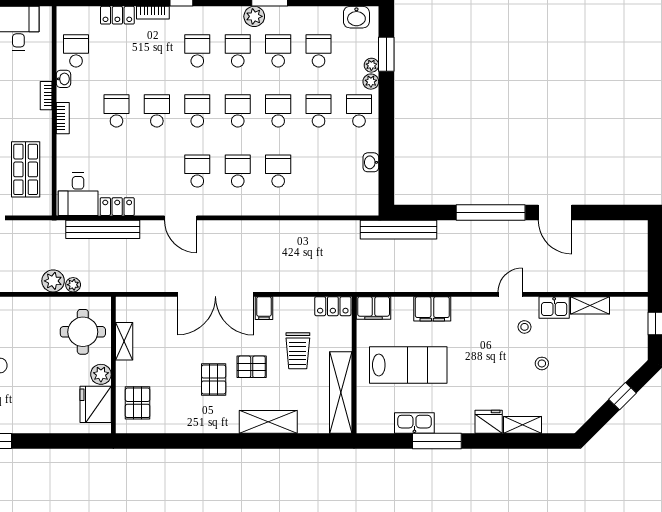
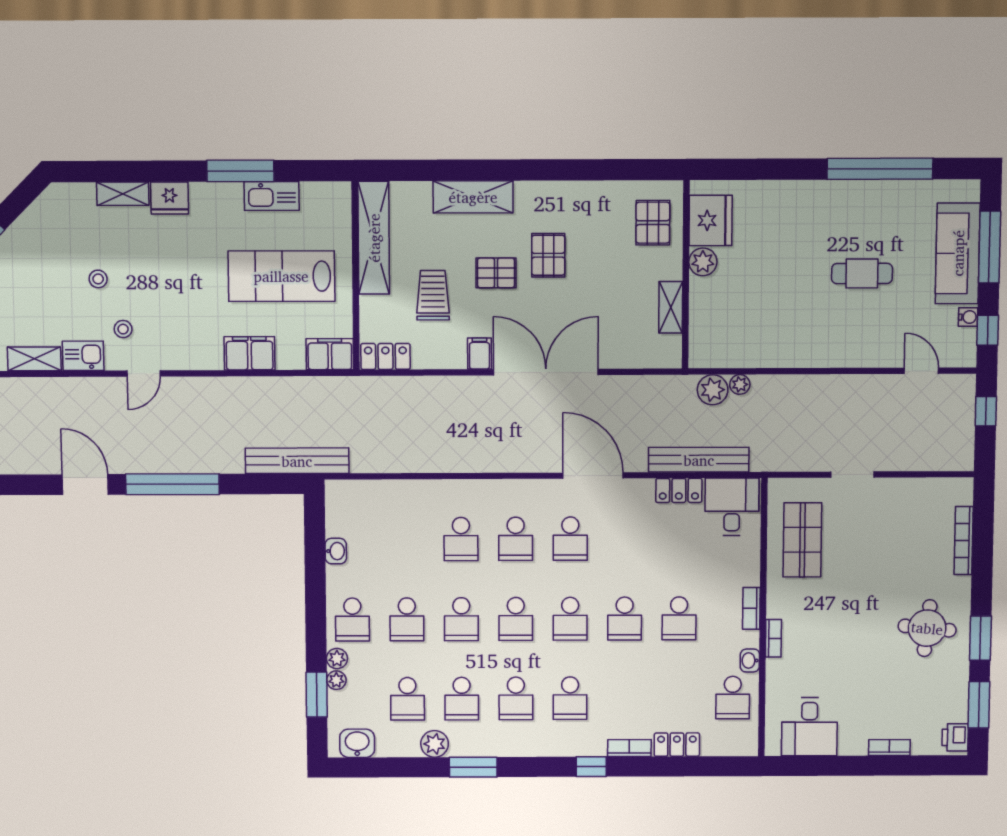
plant: (254, 16) -> (435, 744), moved
door: (181, 218) -> (593, 476), width x1.36
plant: (53, 281) -> (713, 390), moved
round table: (83, 332) -> (727, 320), removed

